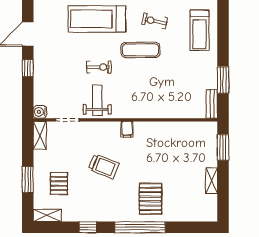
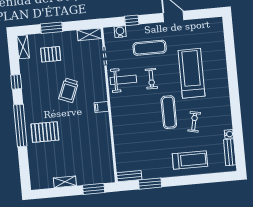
treadmill: (199, 30) -> (190, 160), turned 180
exercise mat: (62, 66) -> (150, 48), added
window: (28, 68) -> (132, 20), moved
water cooler: (40, 112) -> (120, 32), moved

